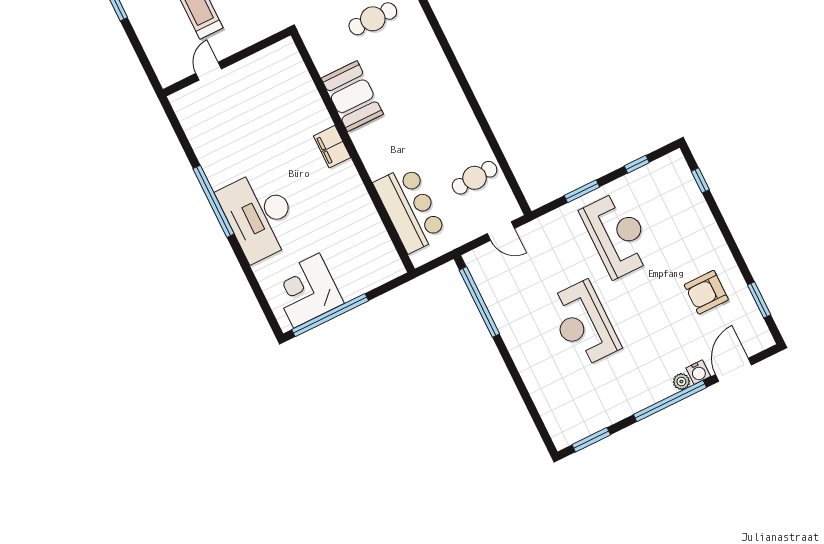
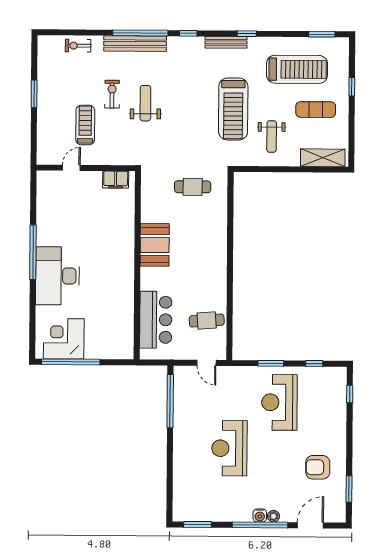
booth: (352, 96) -> (155, 245), moved
filing cabinet: (332, 147) -> (116, 180), moved, turned -90
reception desk: (617, 235) -> (279, 402), turned 180
water cooler: (698, 372) -> (260, 515), moved

